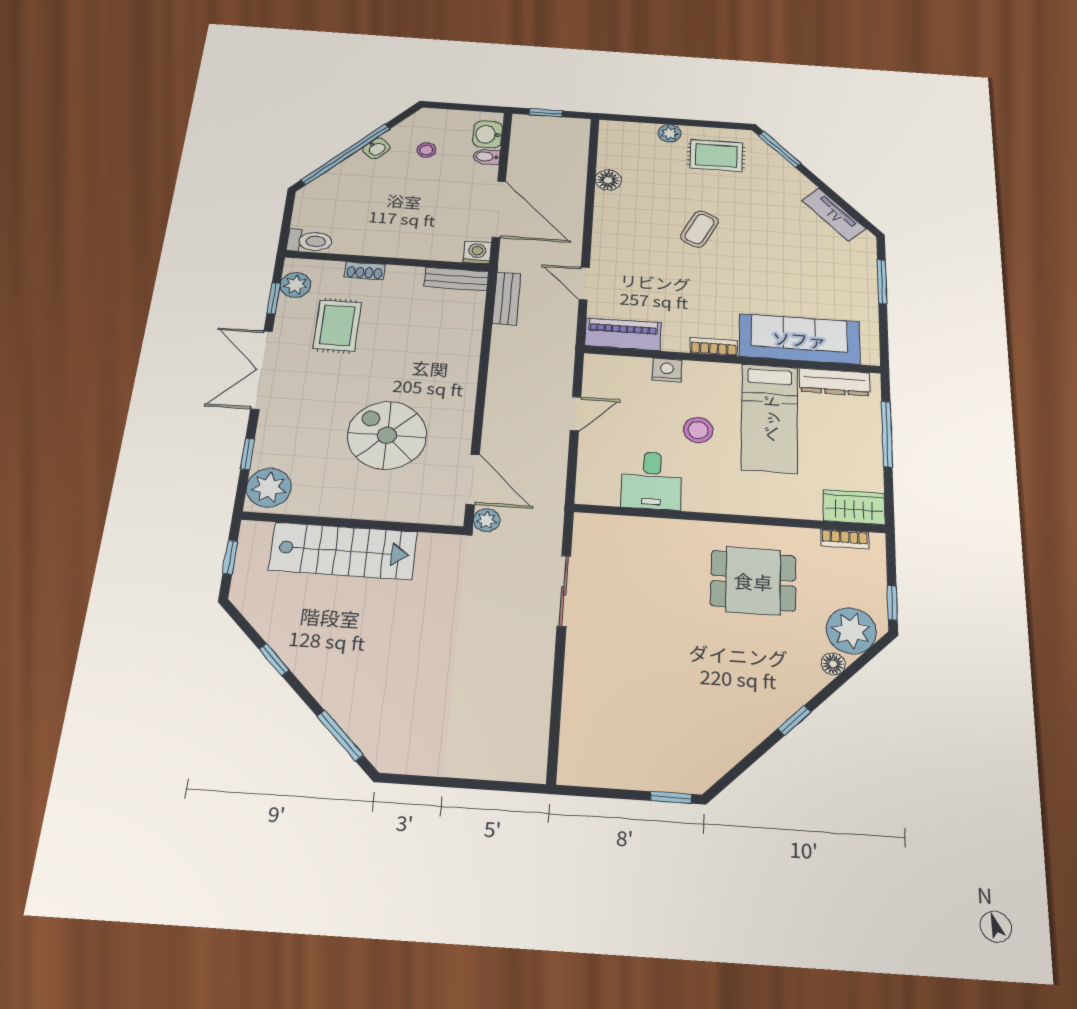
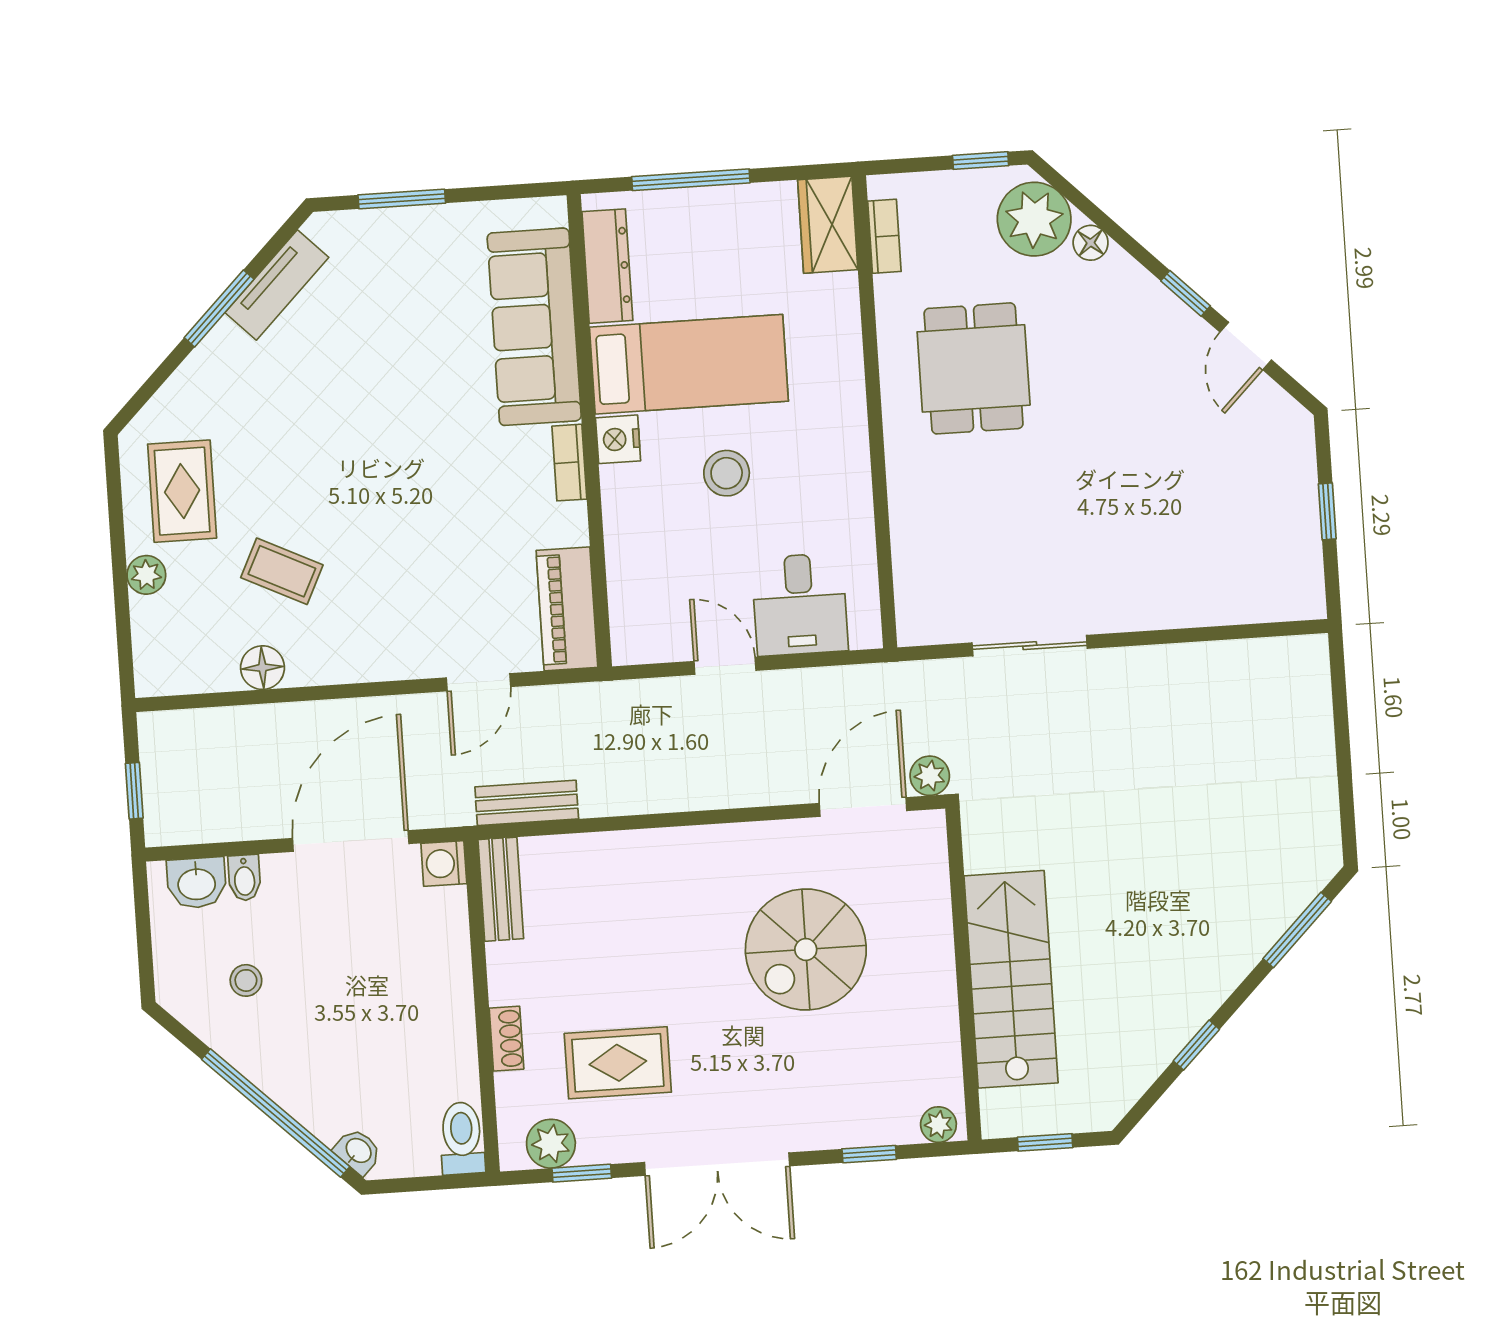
washbasin: (376, 148) -> (358, 1151), moved
window: (780, 150) -> (219, 308), moved
coffee table: (699, 229) -> (282, 571), moved
nightstand: (667, 370) -> (618, 439), moved
desk: (652, 481) -> (800, 604), moved, turned 90
plant: (269, 488) -> (938, 1125), width x0.53, depth x0.53
door: (755, 755) -> (1246, 346), added
window: (671, 797) -> (1327, 511), moved

